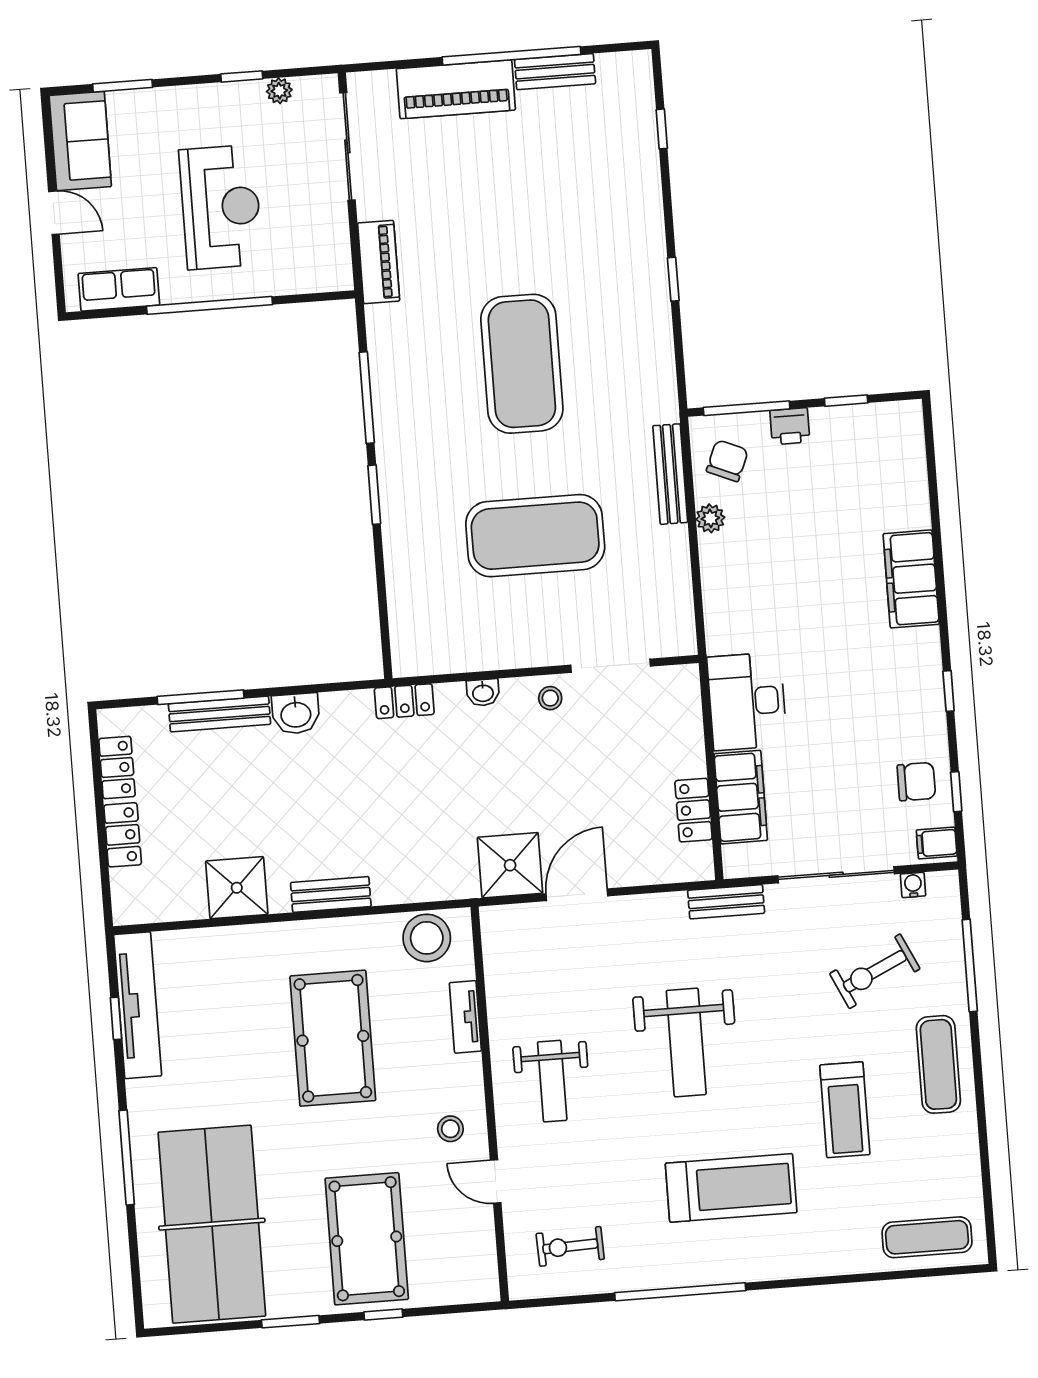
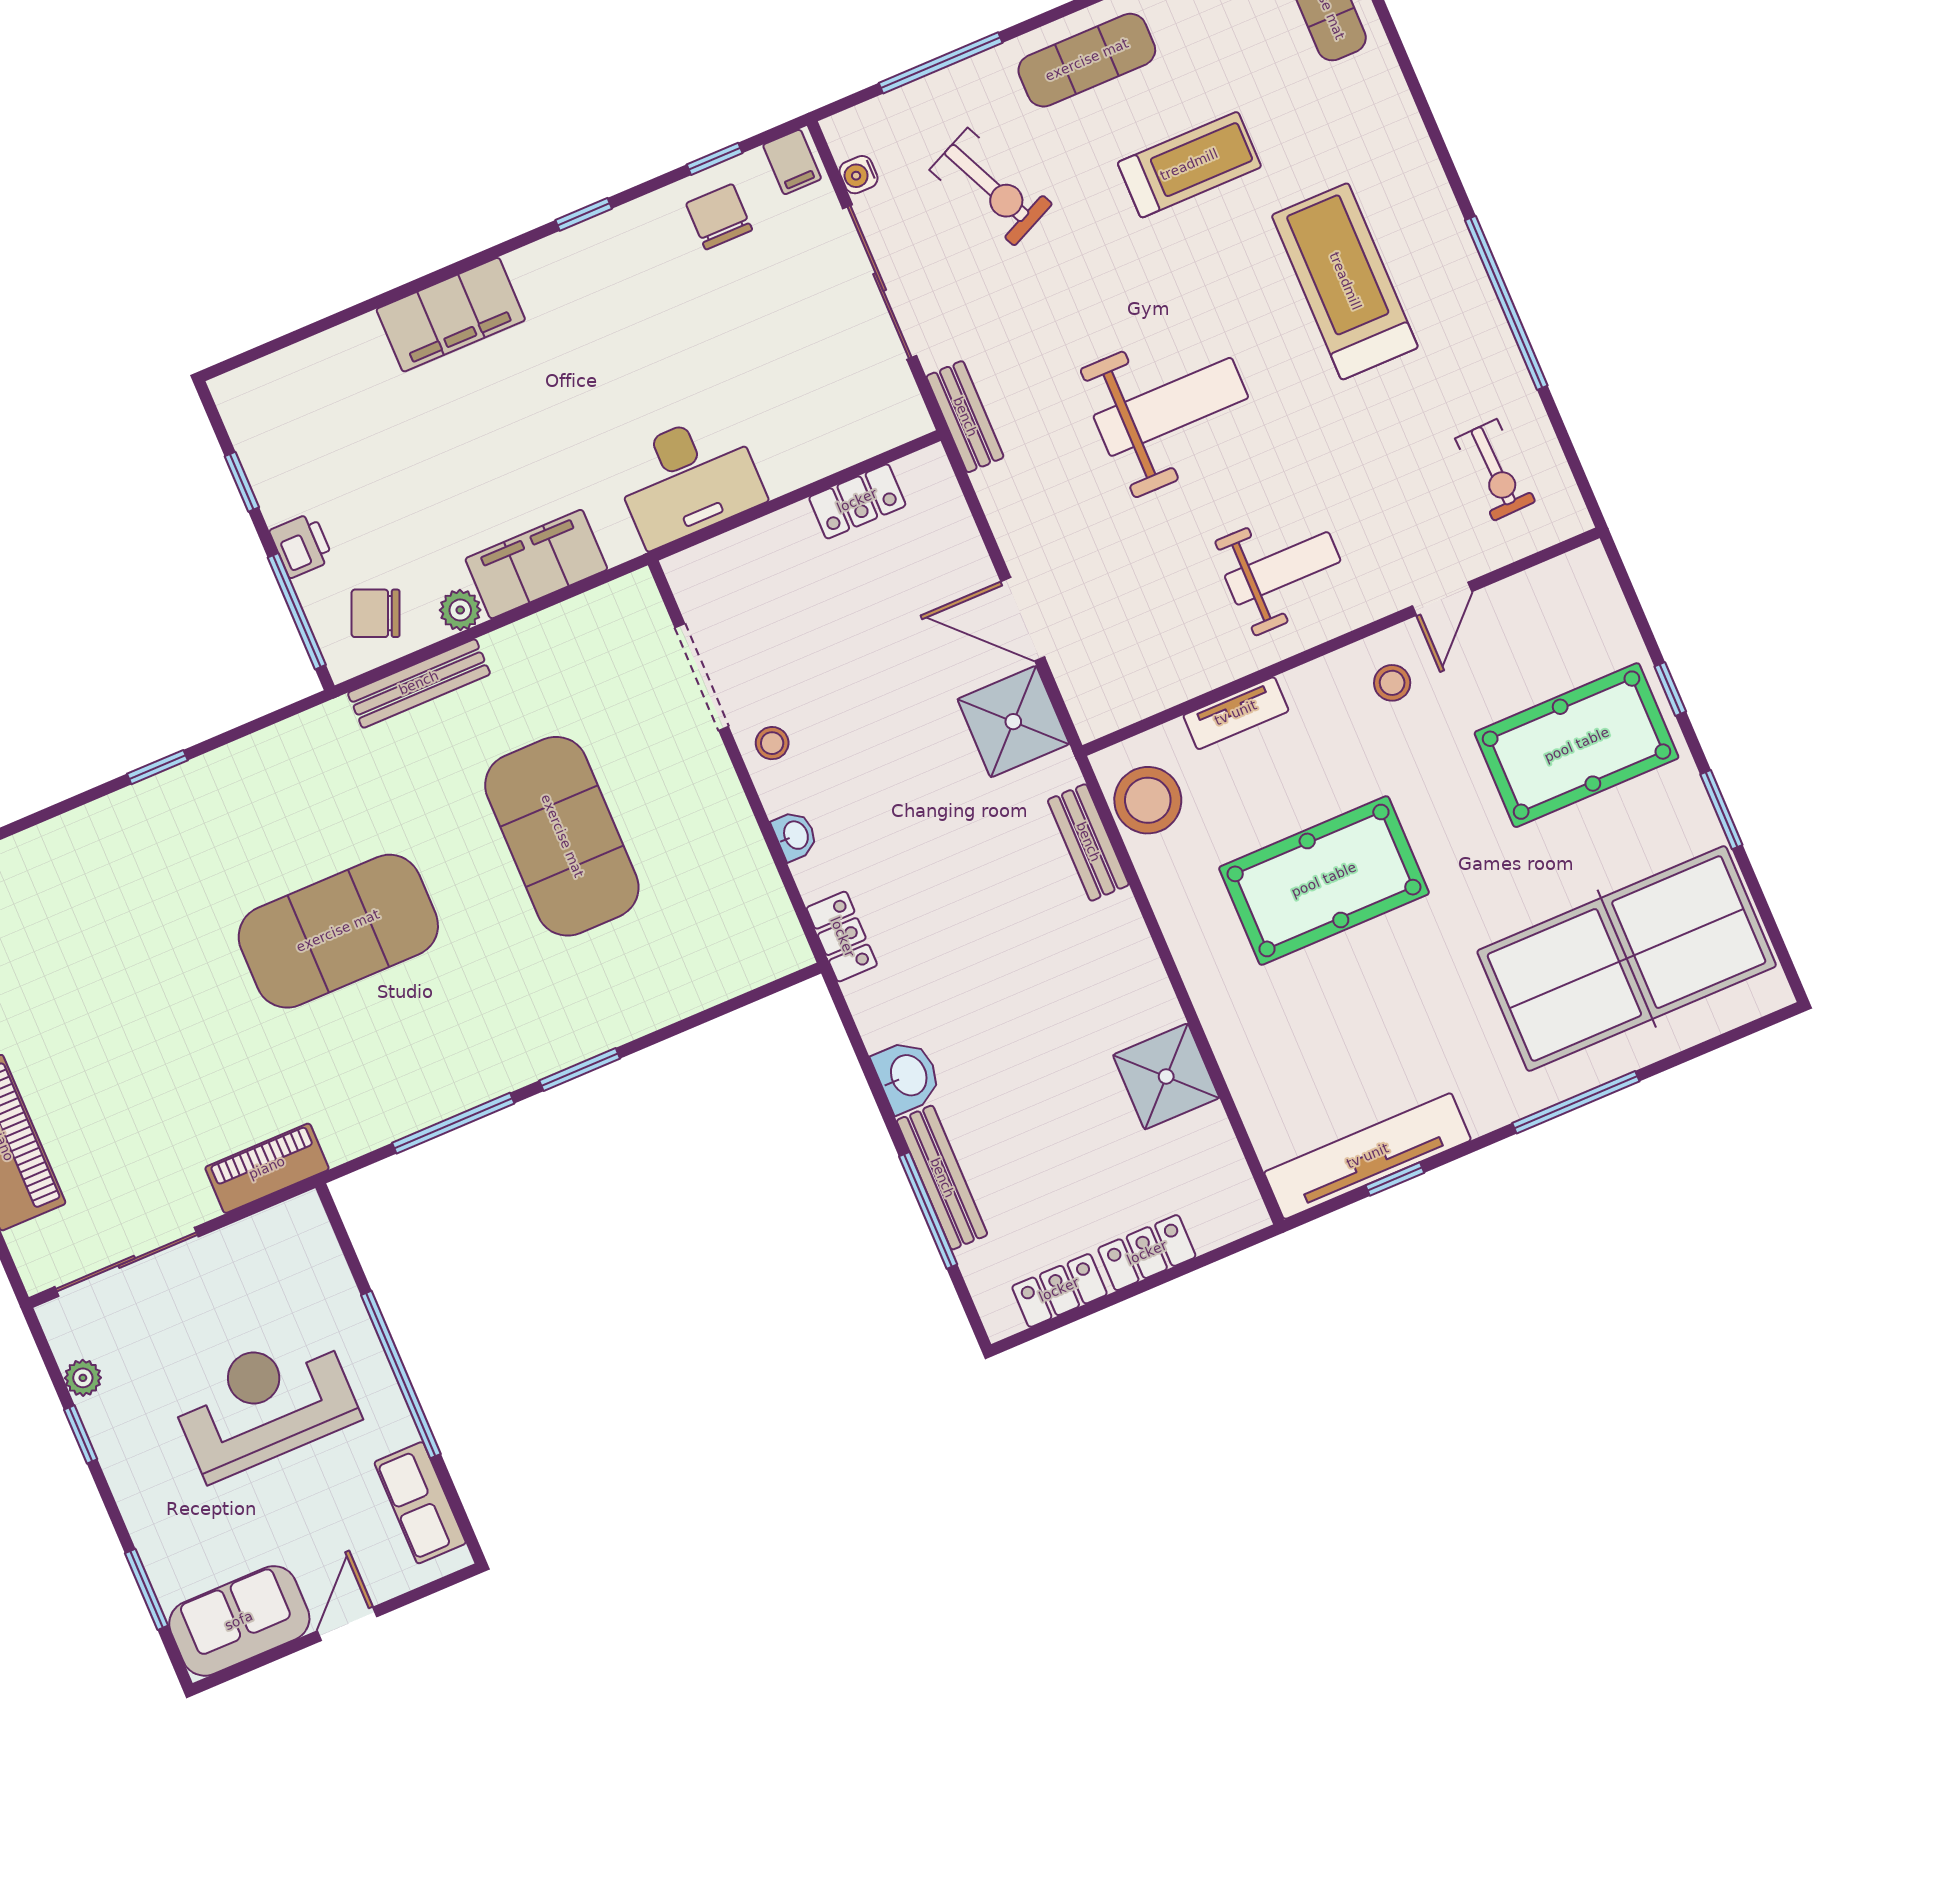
filing cabinet: (741, 797) -> (536, 564), moved
bench: (331, 895) -> (1088, 842), moved

